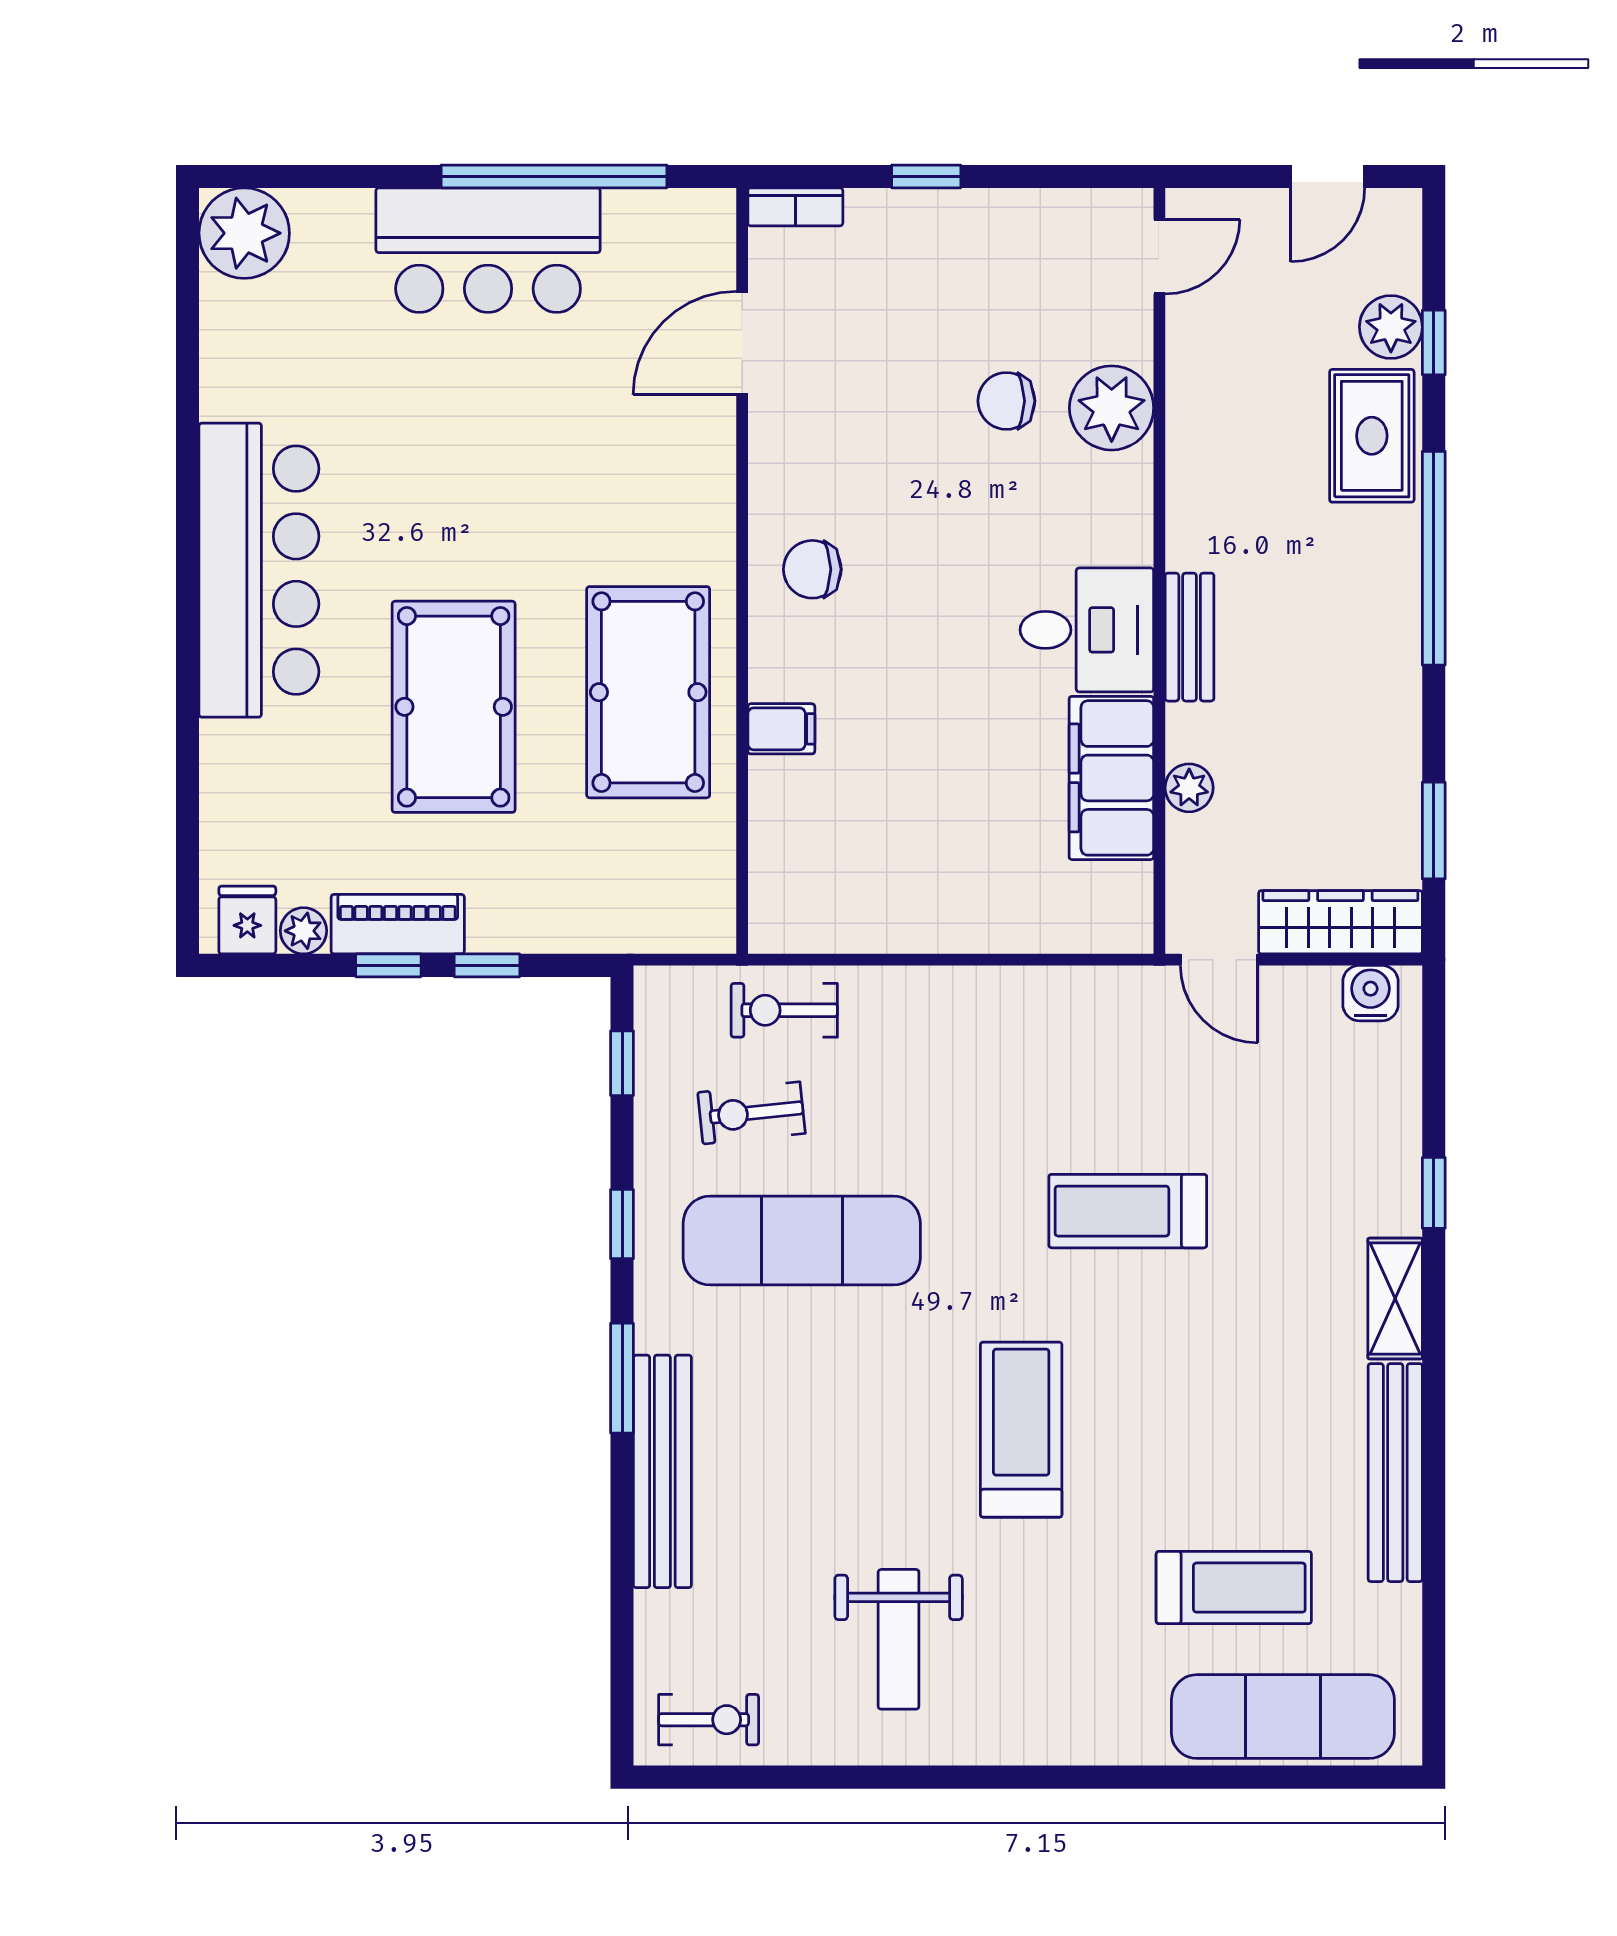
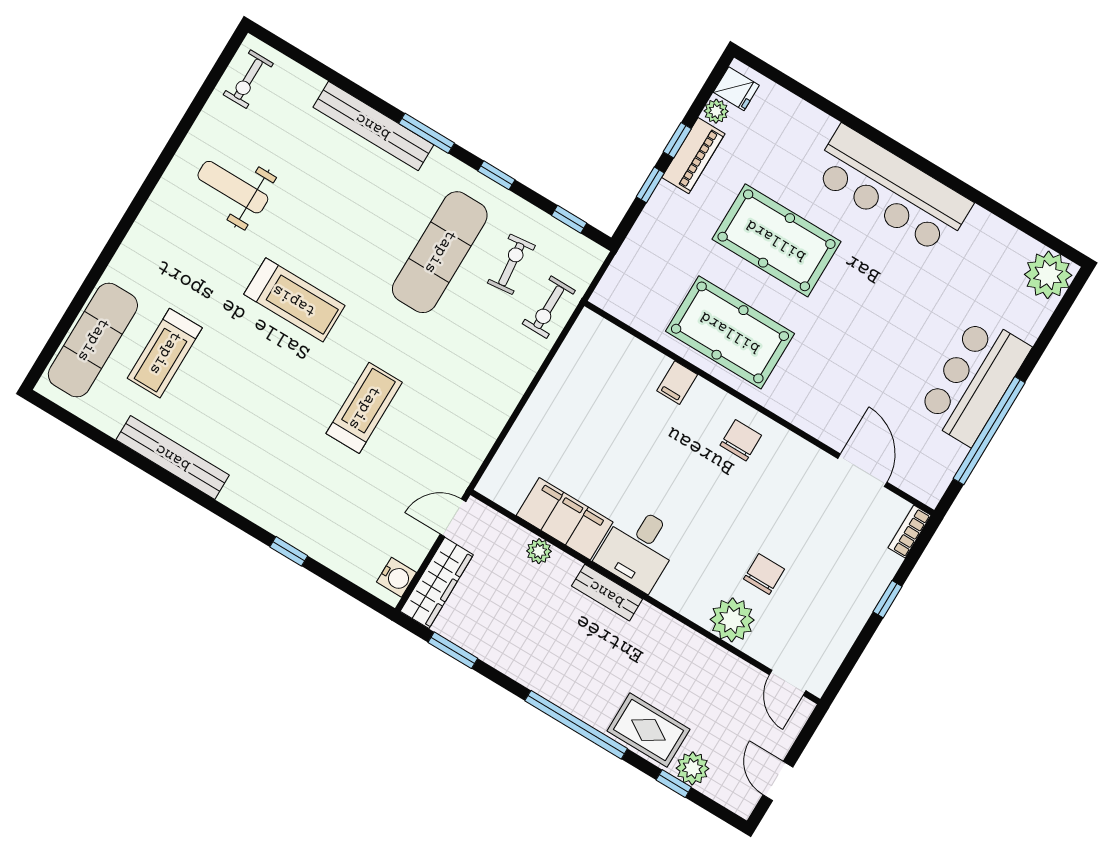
exercise bike: (784, 1010) -> (549, 307), turned 180
shelving: (1395, 1299) -> (251, 505), removed

